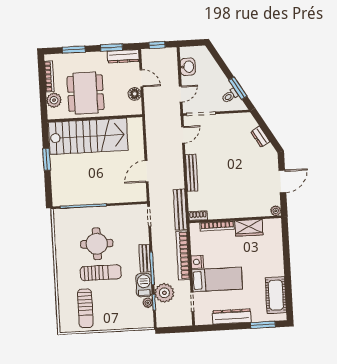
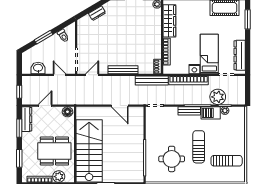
window: (238, 88) -> (44, 37), moved
floor lamp: (135, 94) -> (67, 112), moved
door: (183, 135) -> (92, 75), hinge flipped
wardrobe: (249, 228) -> (169, 21), width x1.50
round table: (97, 244) -> (172, 159), moved
dresser: (232, 317) -> (240, 55), moved

